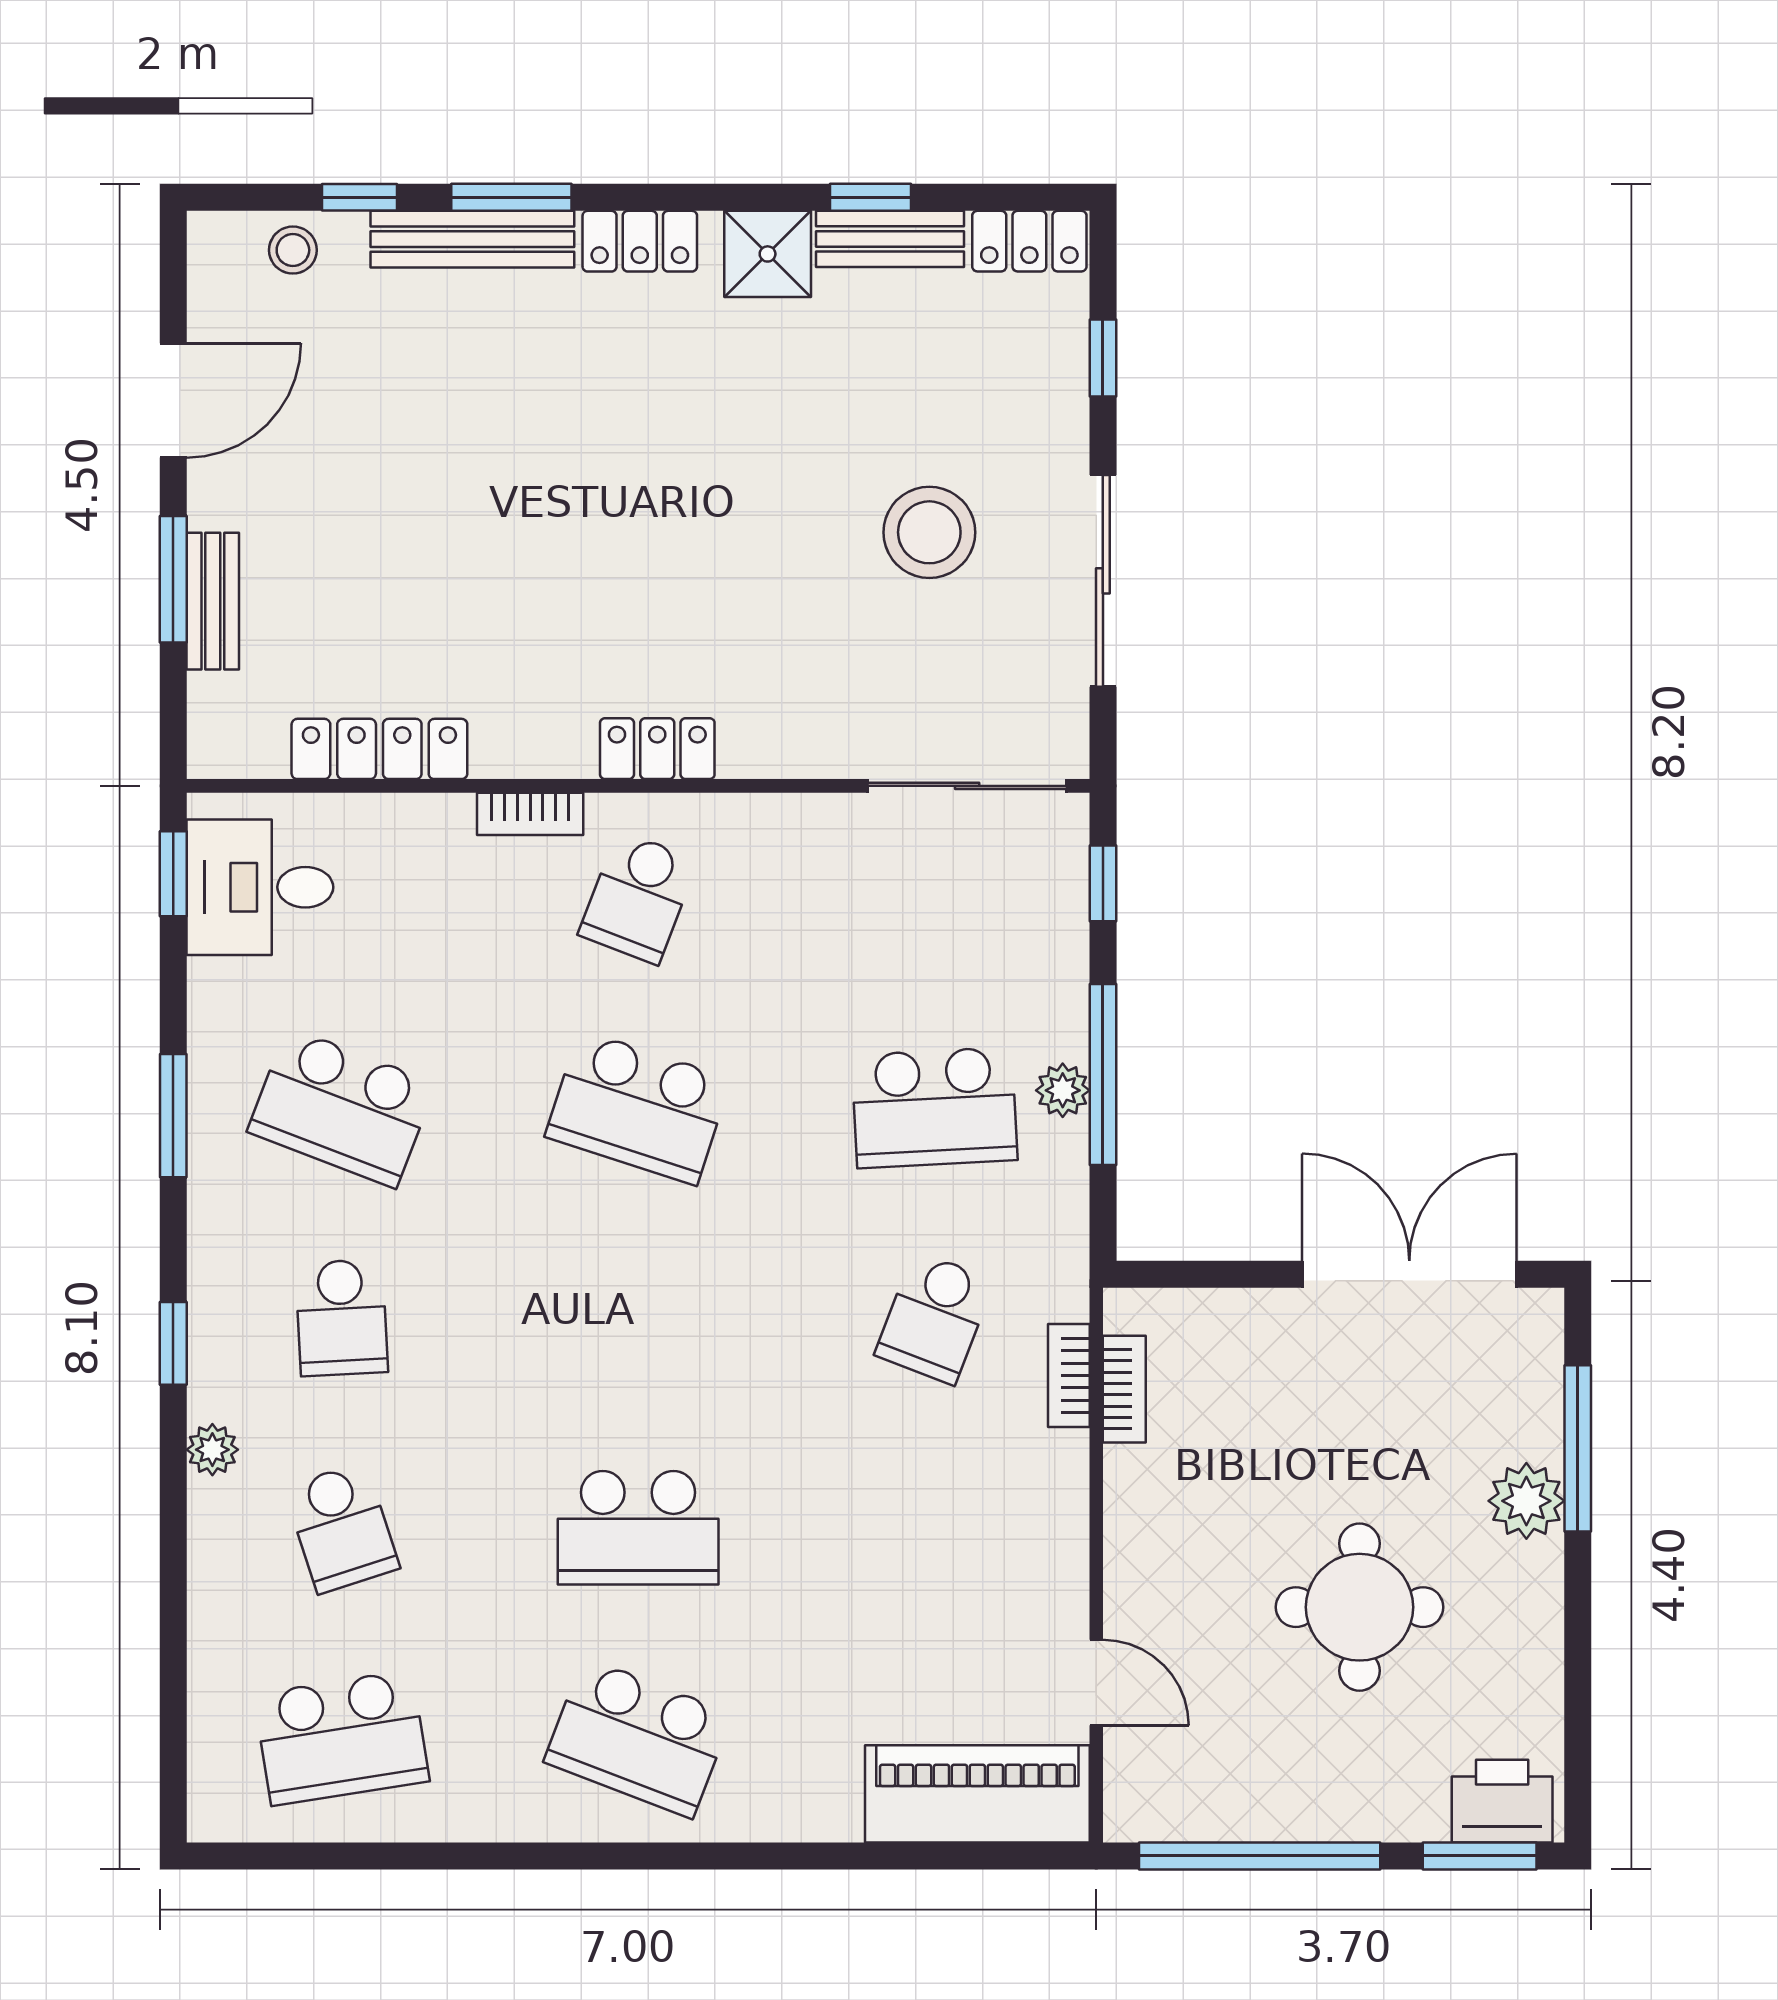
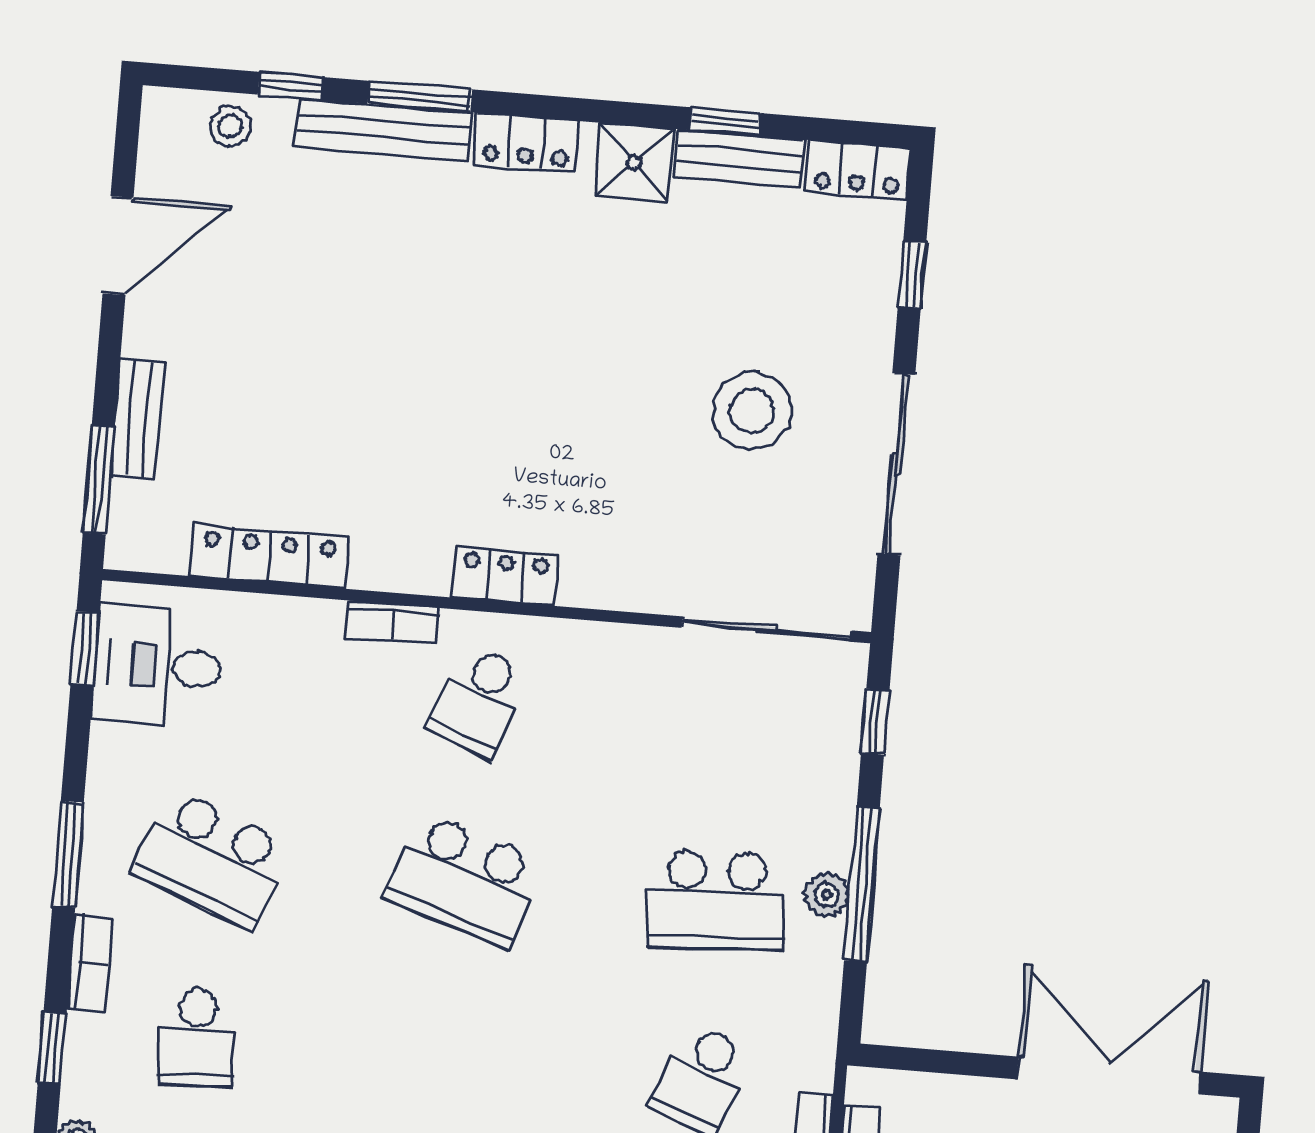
window: (173, 579) -> (99, 480), moved
bookcase: (209, 1241) -> (90, 963), added

